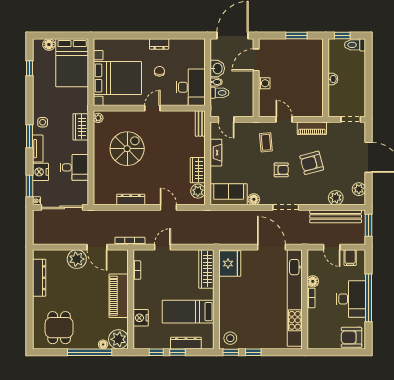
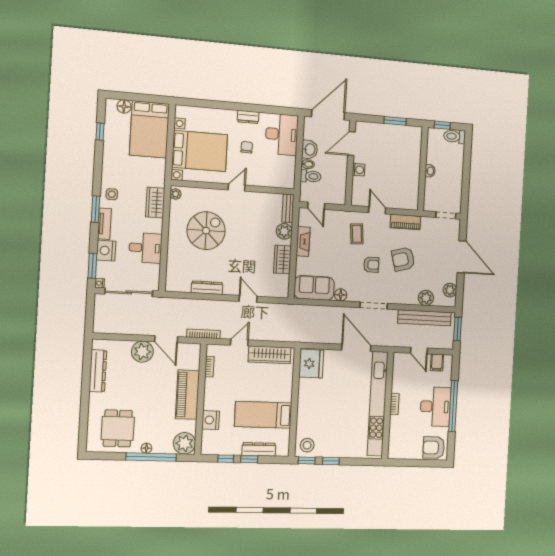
desk: (191, 87) -> (282, 134), moved
plant: (198, 191) -> (284, 231), moved
wardrobe: (206, 269) -> (270, 355), moved, turned -90
floor lamp: (313, 281) -> (397, 386), removed
floor lamp: (103, 344) -> (146, 448), moved

